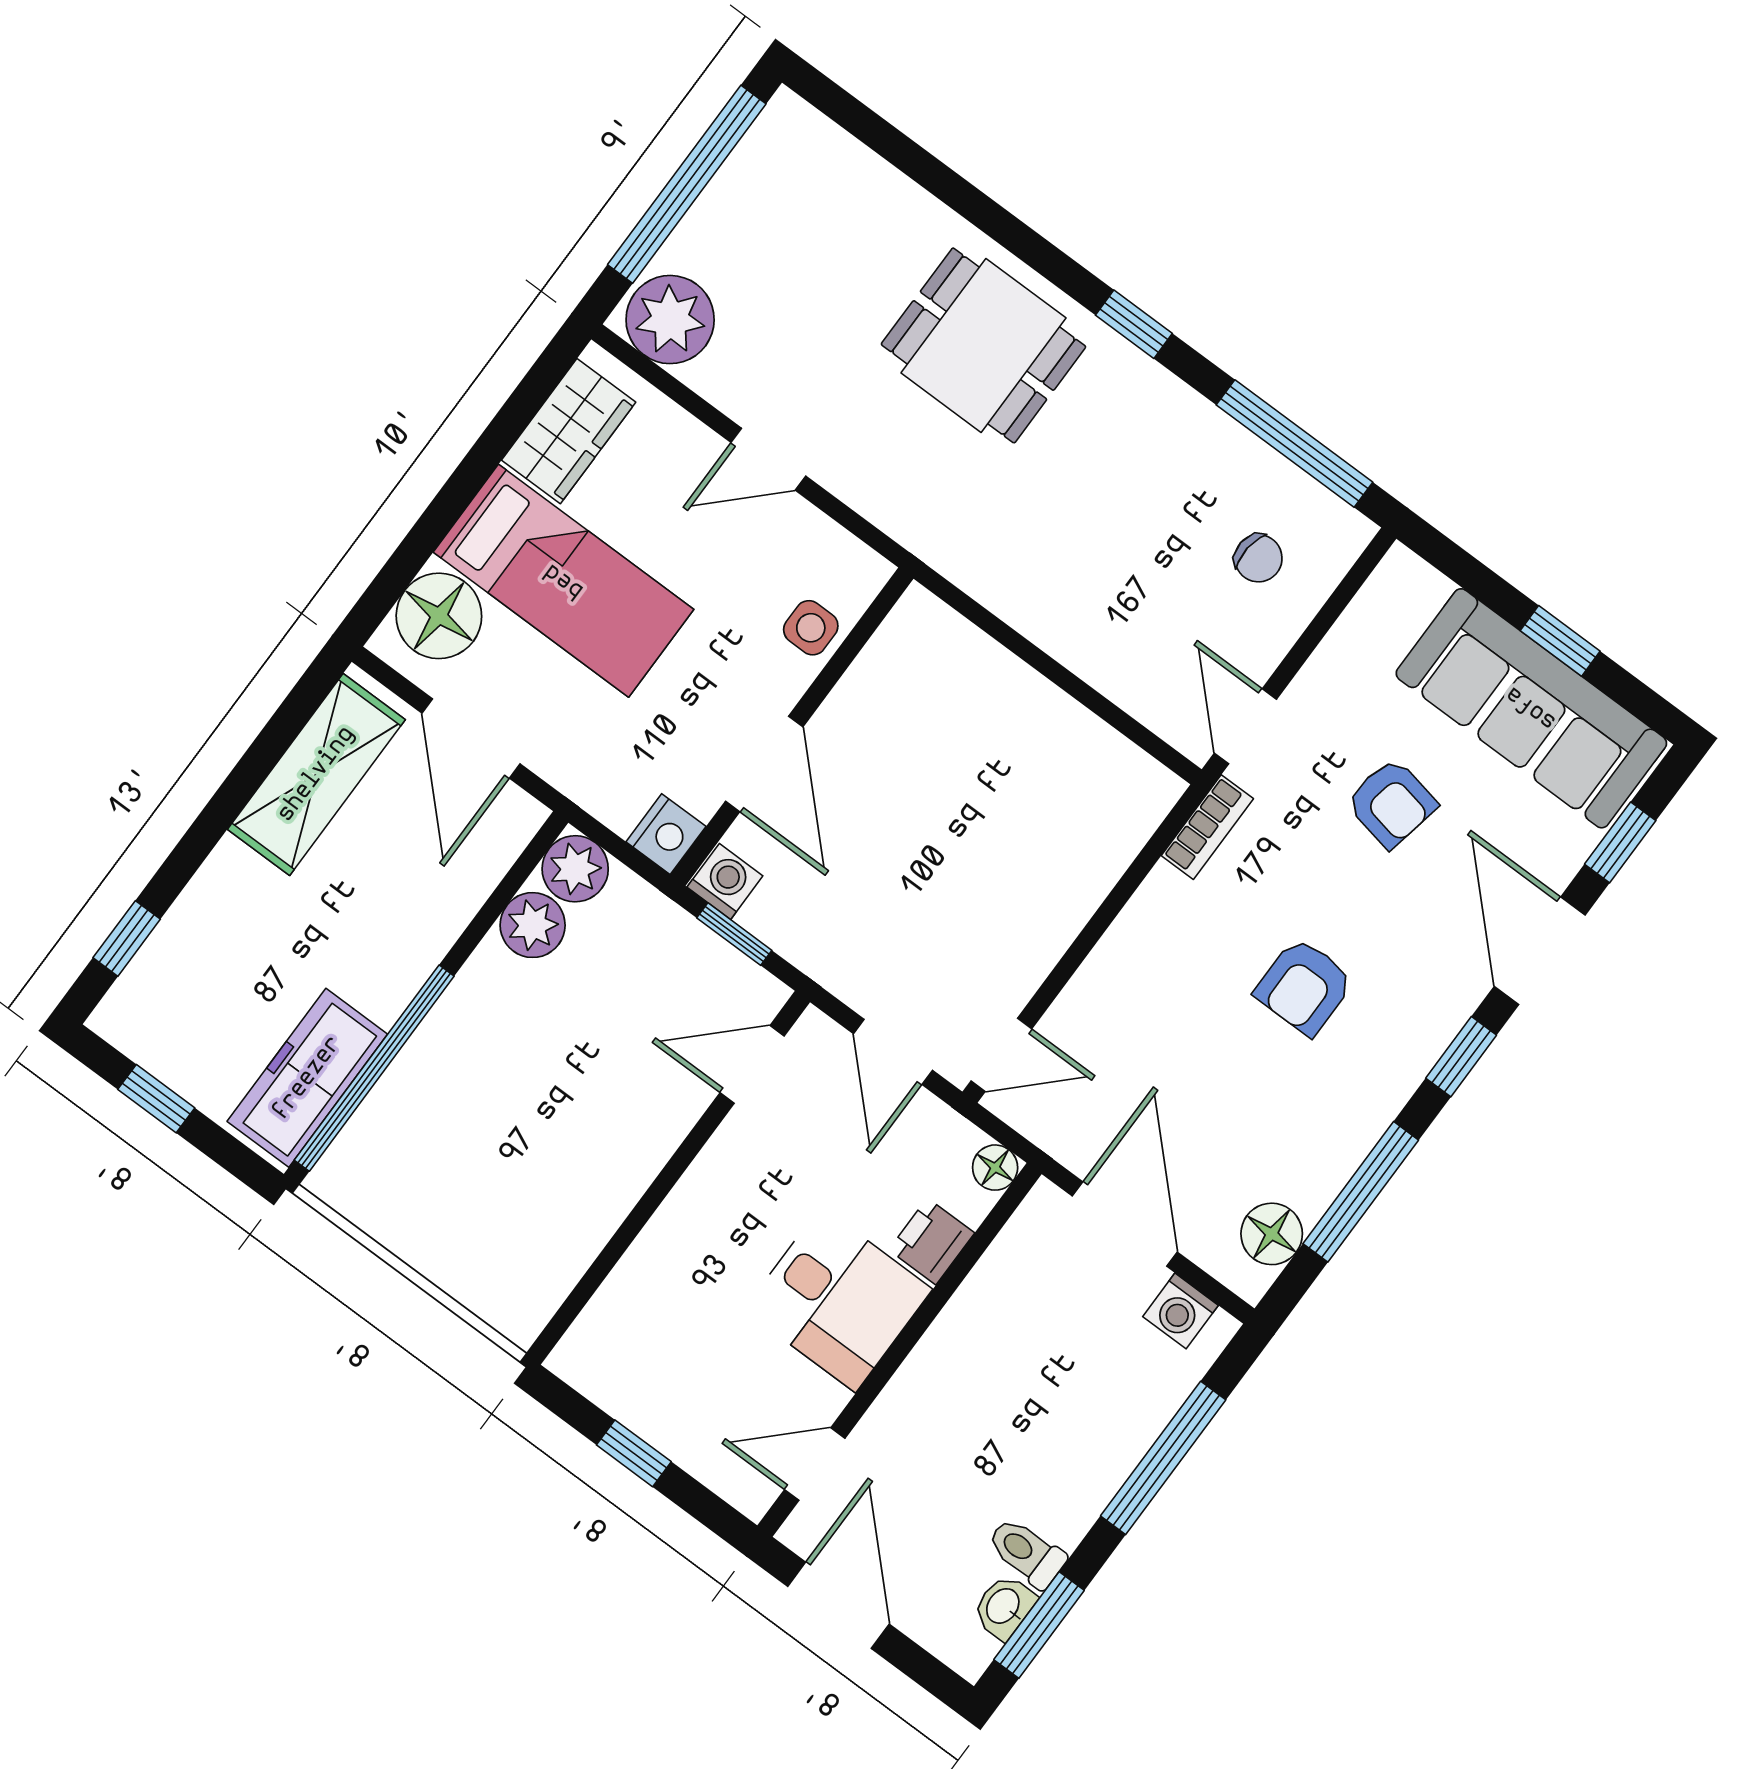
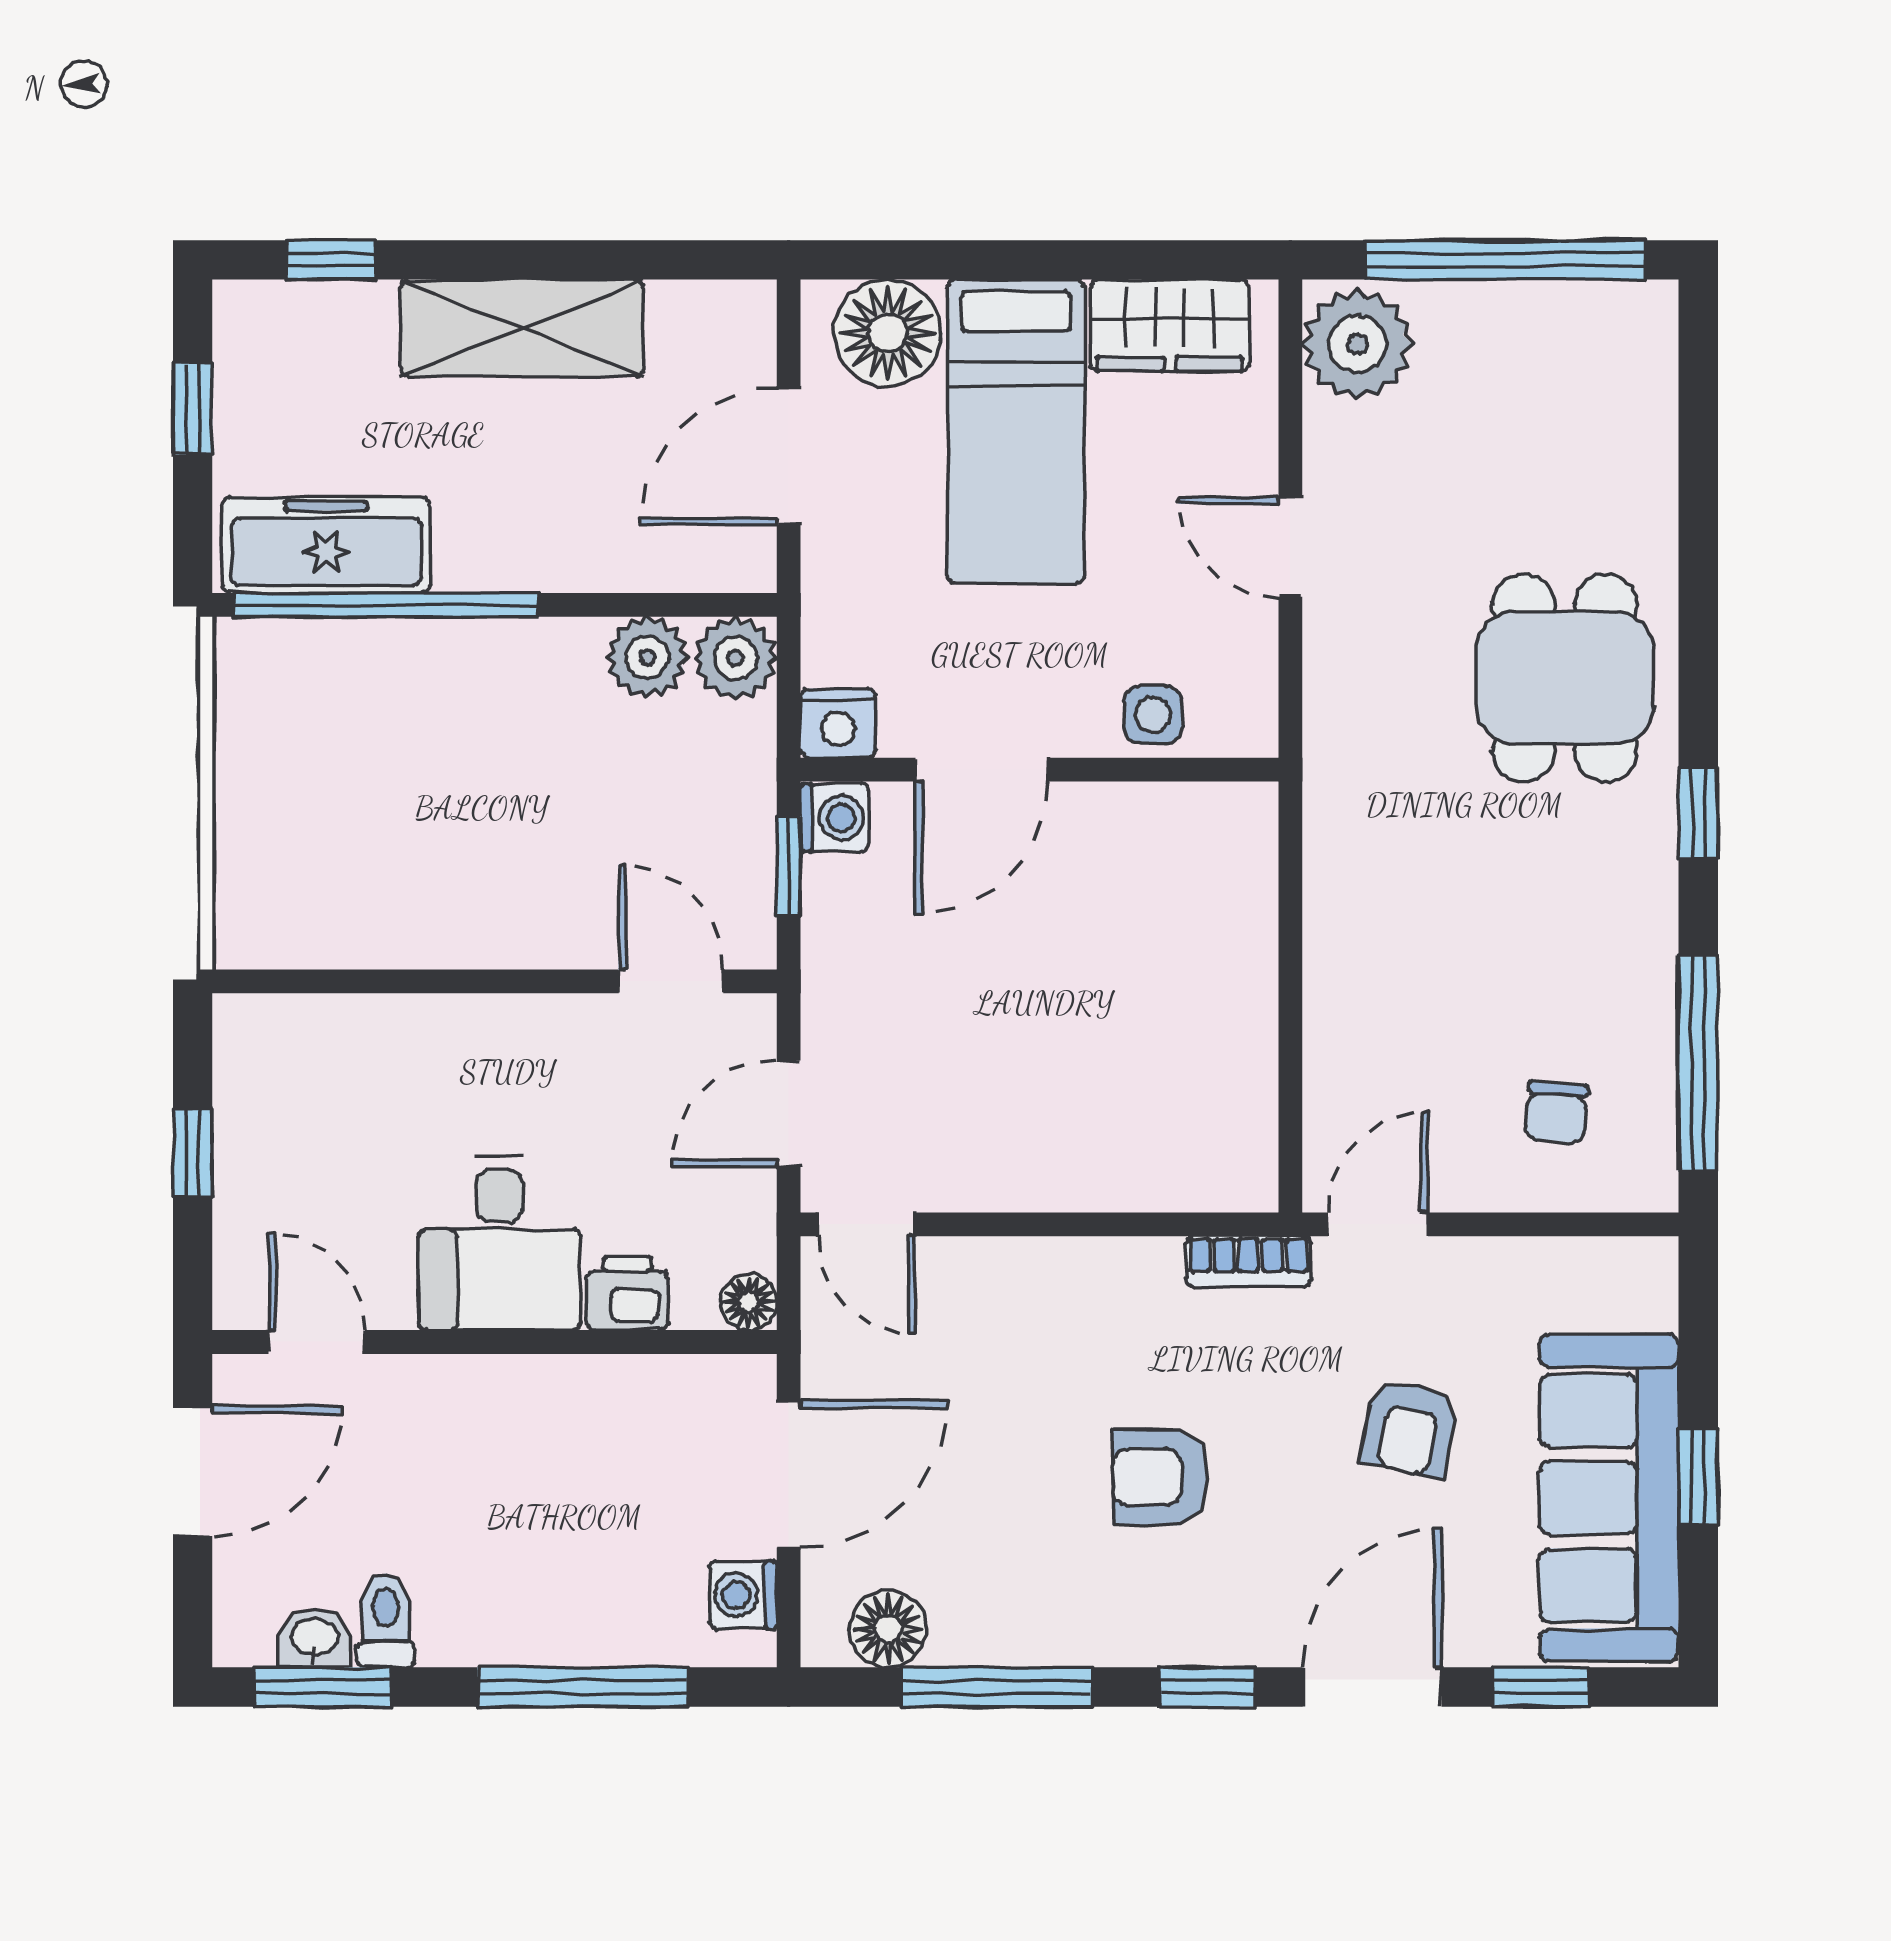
shelving: (316, 774) -> (522, 328), moved

